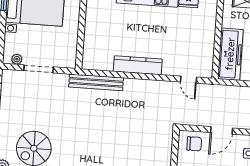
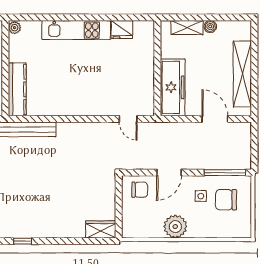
kitchen counter: (138, 65) -> (17, 89), moved, turned 90

